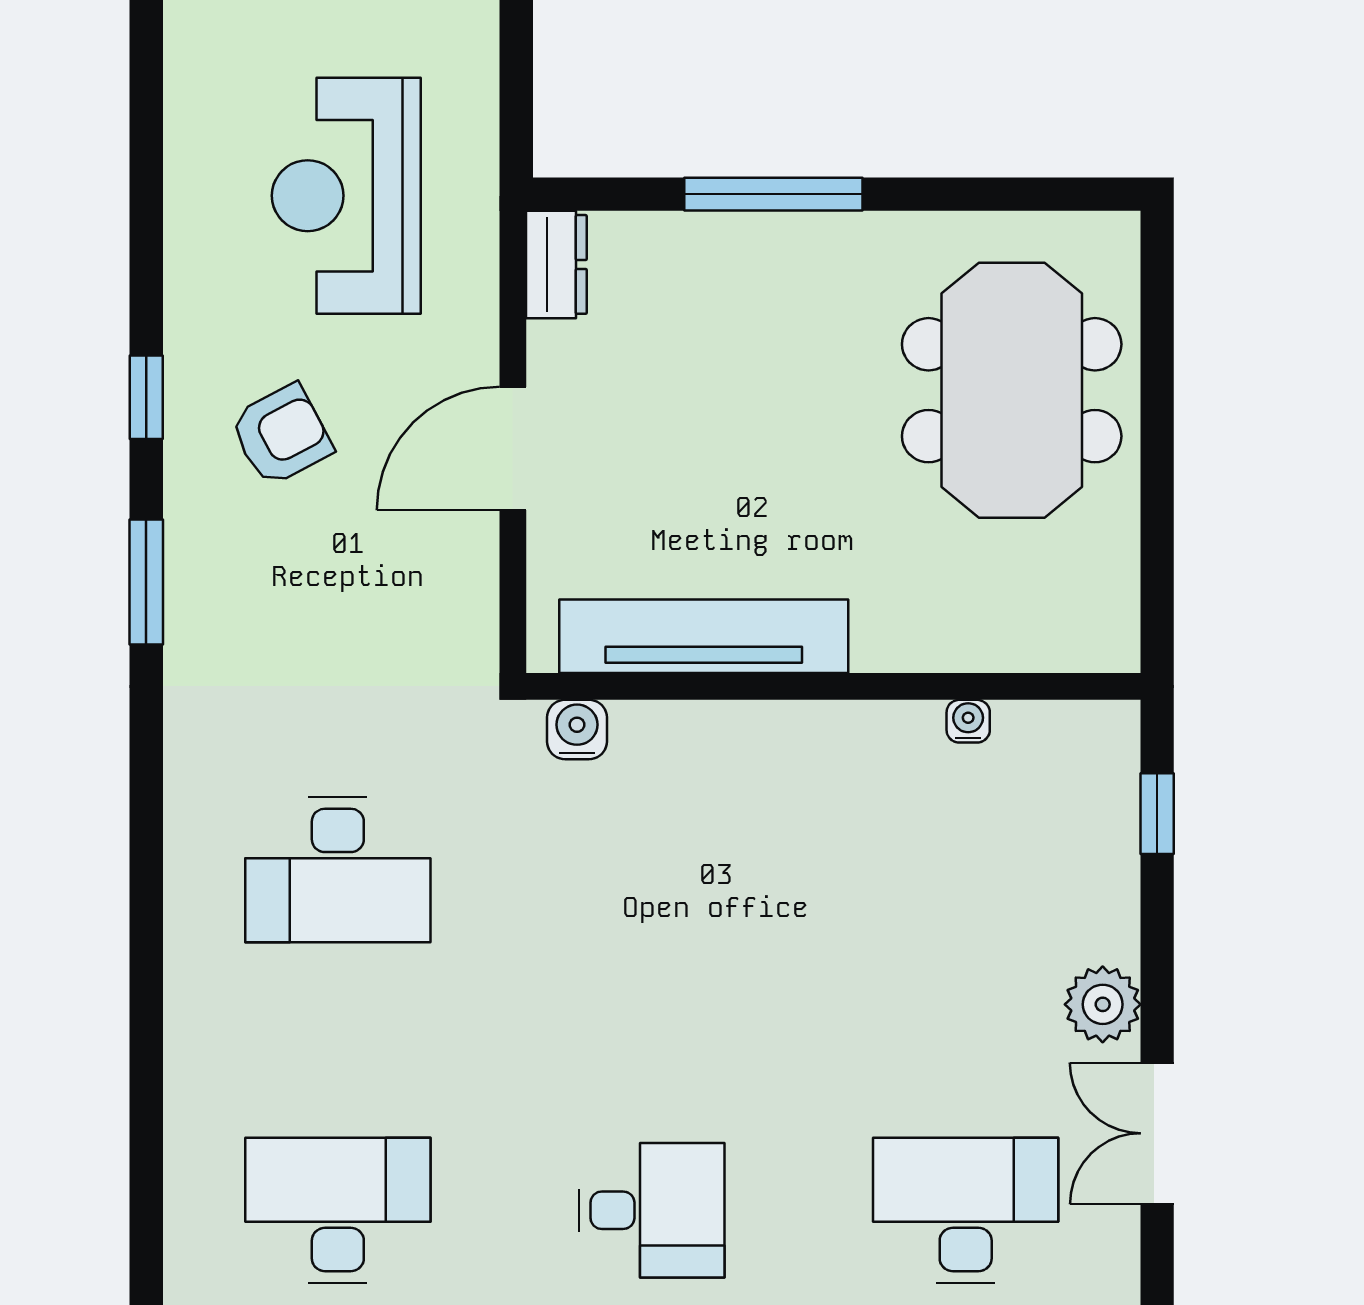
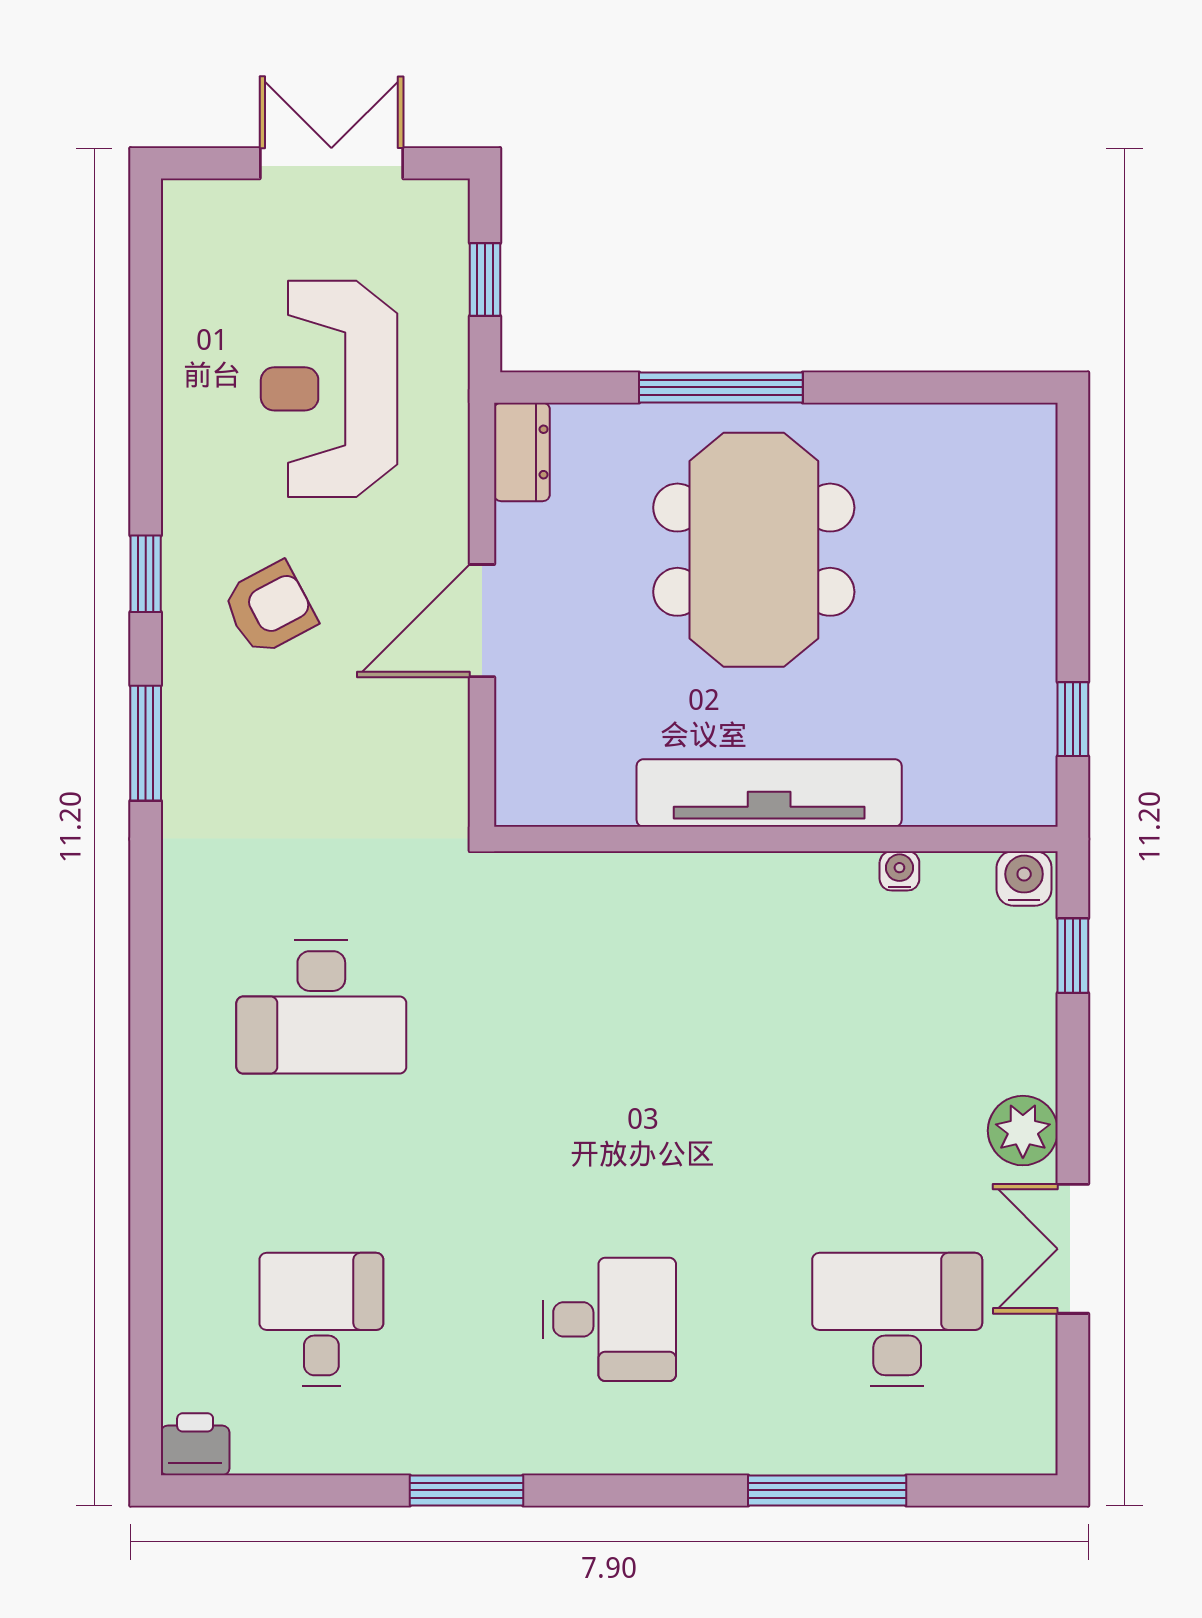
window: (516, 76) -> (485, 279), added
meeting table: (1012, 390) -> (754, 550), moved
window: (1157, 556) -> (1073, 719), added
tv unit: (704, 636) -> (769, 793), moved
water cooler: (577, 729) -> (1024, 878), moved
desk: (338, 1210) -> (321, 1319), width x0.73

